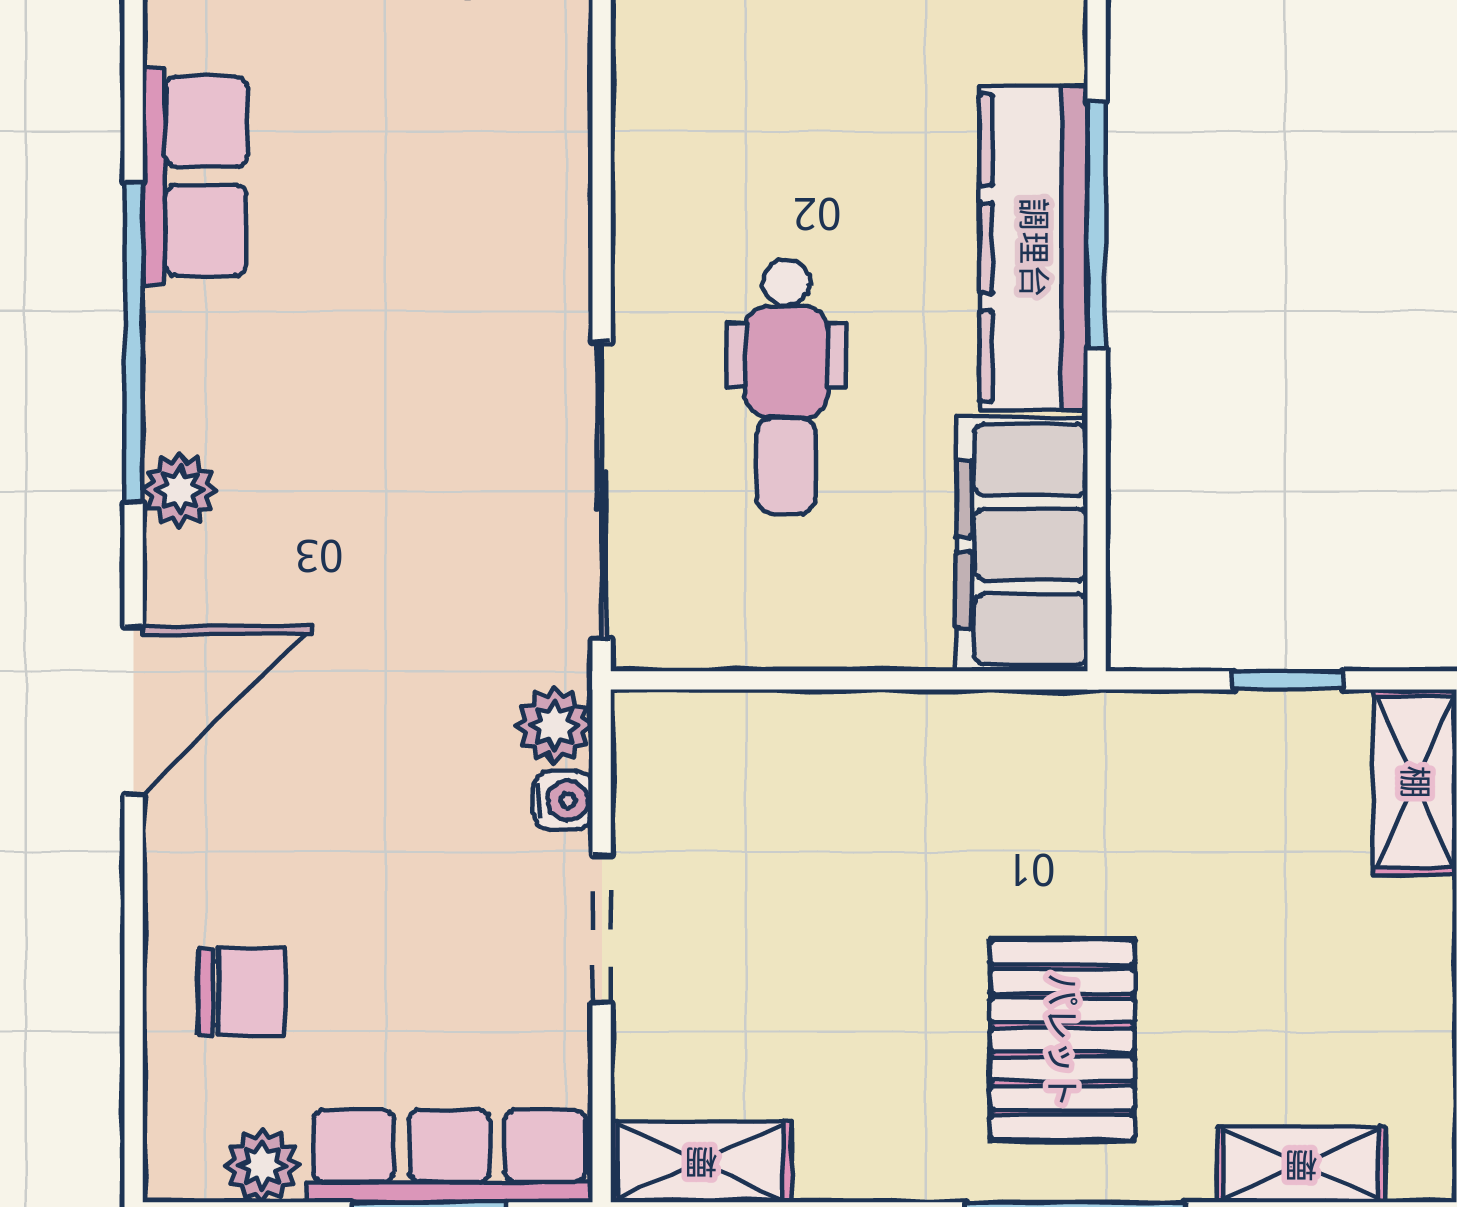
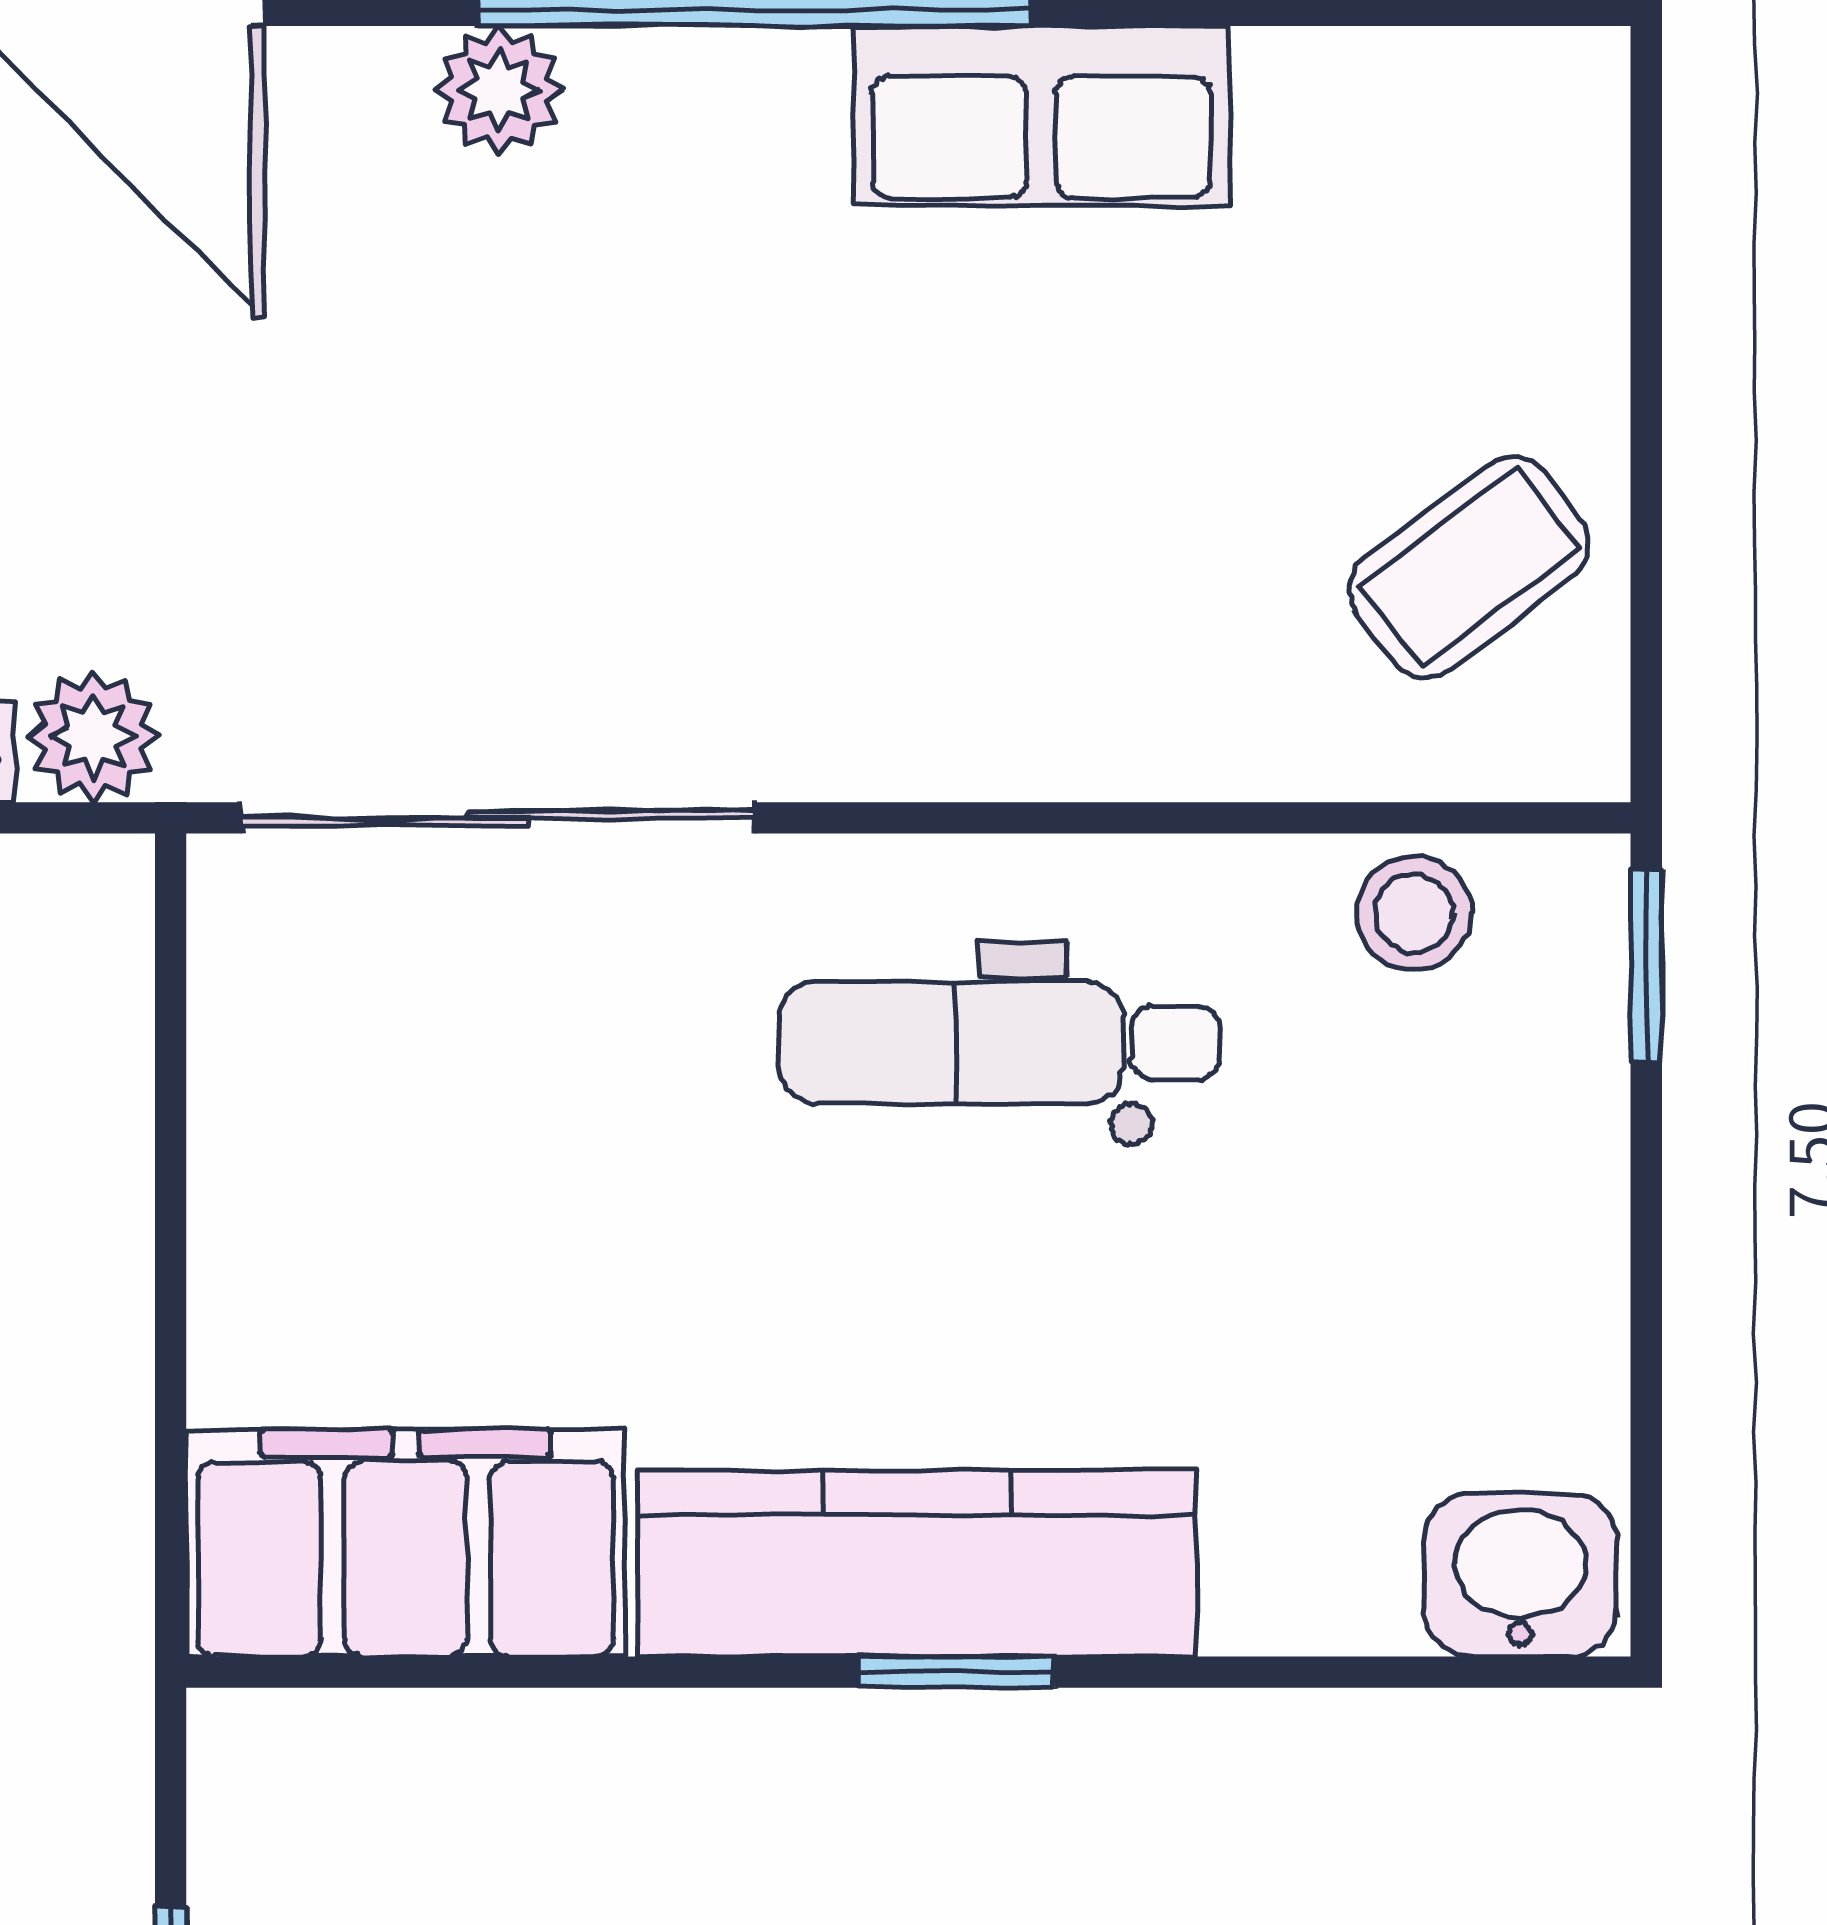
window: (1097, 225) -> (957, 1672), width x0.46
dental chair: (786, 387) -> (1000, 1043), moved

